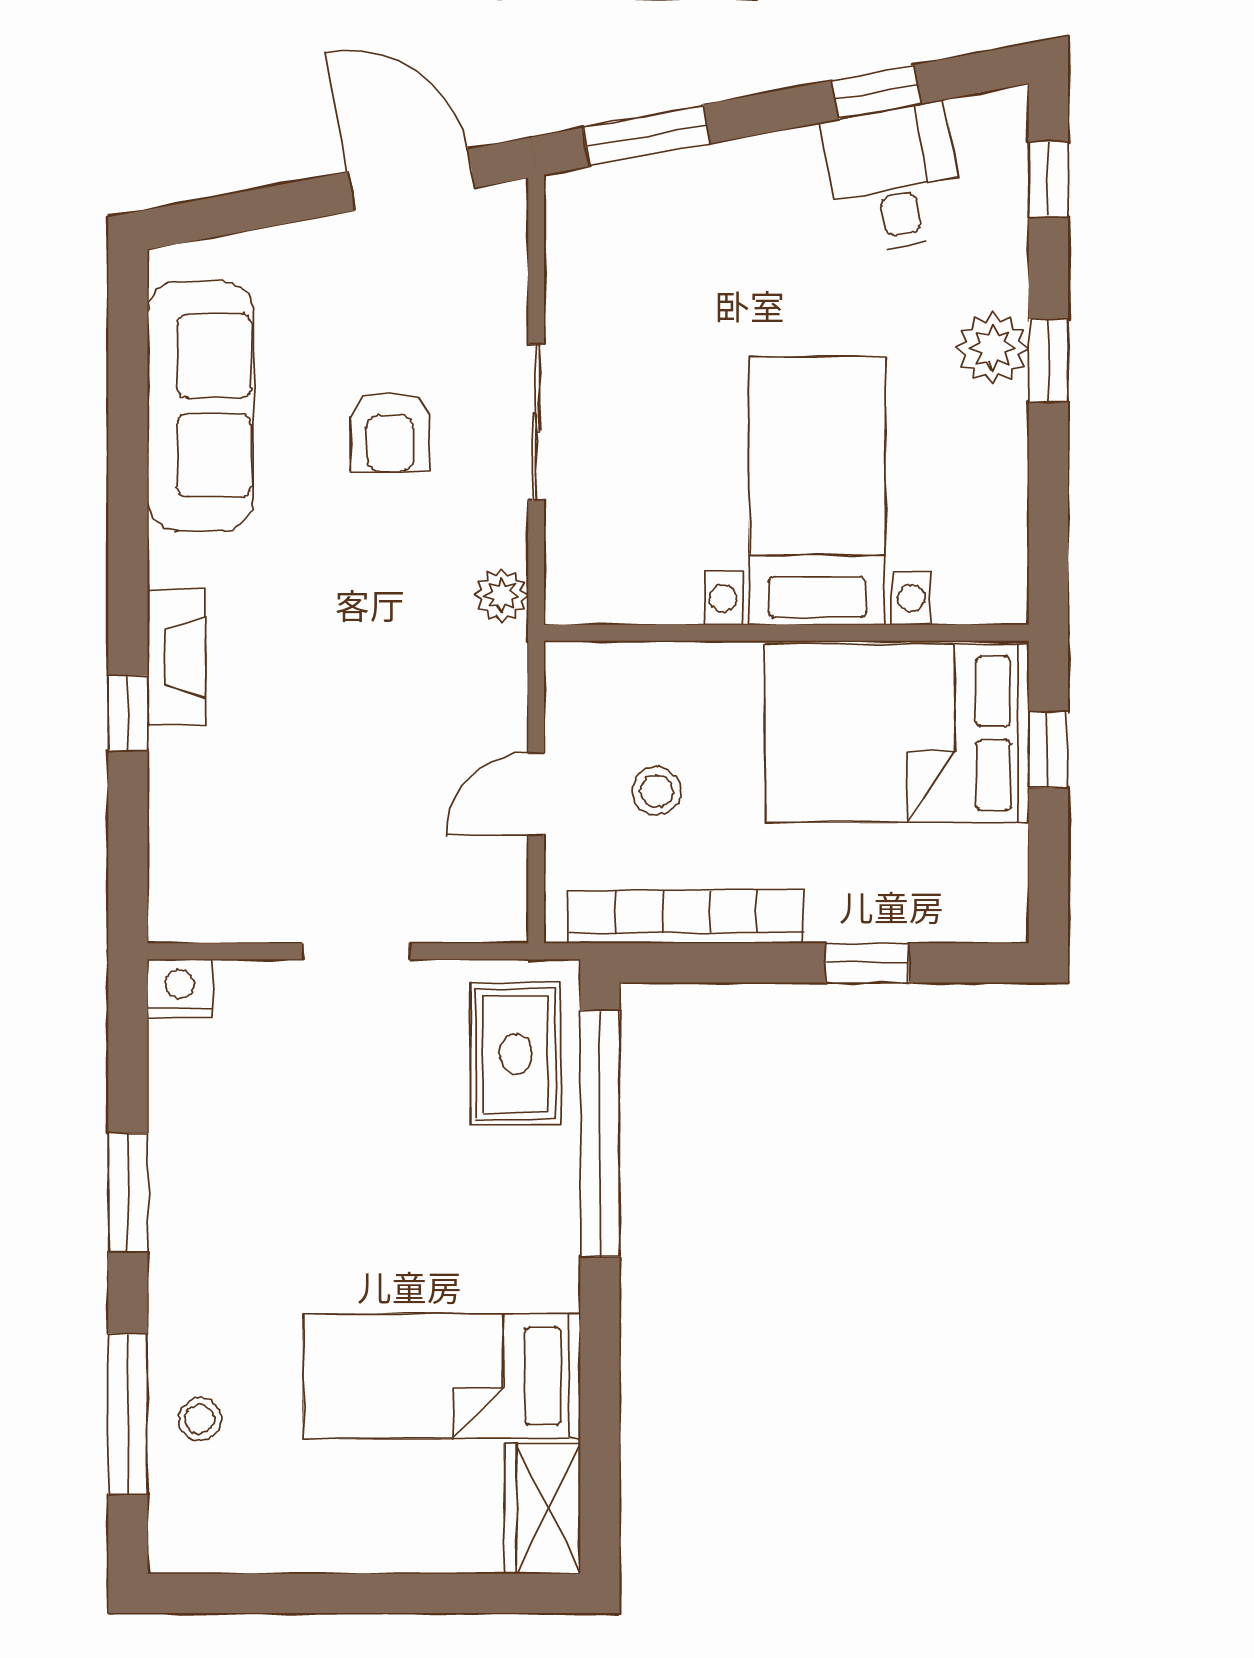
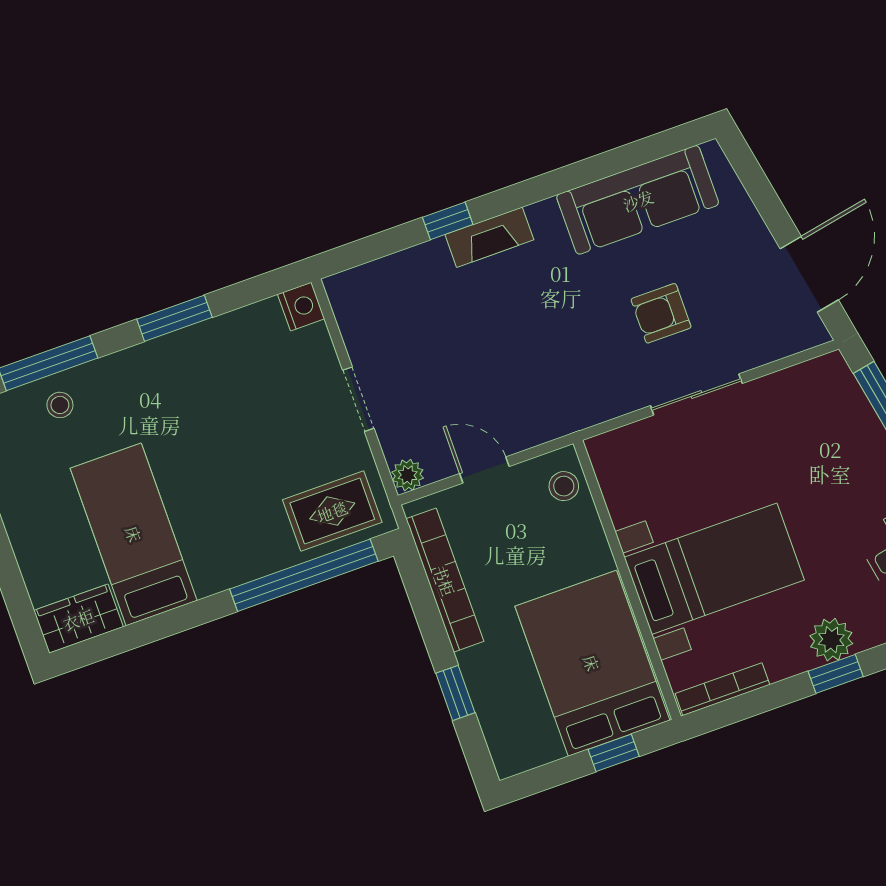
bookcase: (1009, 545) -> (722, 689), added
plant: (501, 595) -> (408, 475), moved
stool: (657, 791) -> (564, 486), moved

